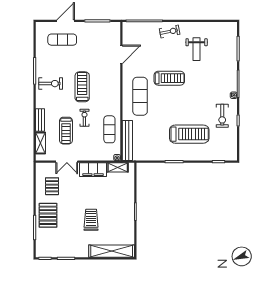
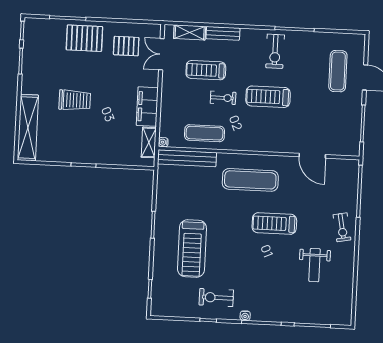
weight bench: (197, 49) -> (315, 265), turned -90
treadmill: (169, 78) -> (274, 223), turned 90
treadmill: (82, 87) -> (268, 97), turned 180
double door: (67, 162) -> (161, 54), moved

